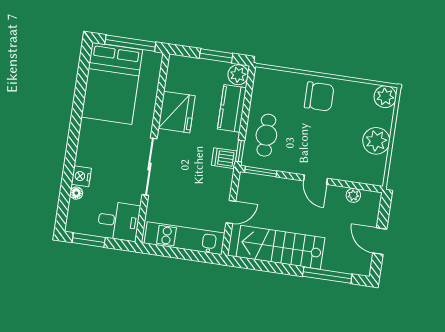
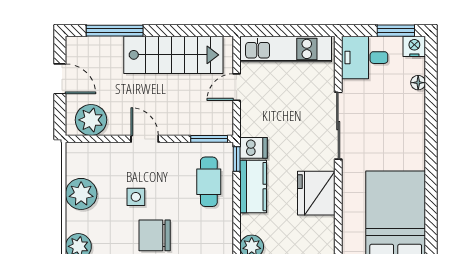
kitchen counter: (232, 108) -> (253, 187), moved
side table: (330, 131) -> (136, 197), added
nightstand: (81, 176) -> (414, 46), moved, turned -90
plant: (353, 195) -> (91, 120), width x1.87, depth x1.87

